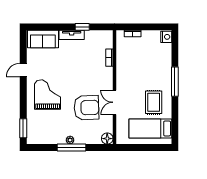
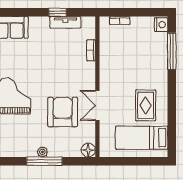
tv unit: (72, 35) -> (65, 22), moved
window: (175, 82) -> (172, 51), moved
armchair: (86, 108) -> (63, 112), turned -88

